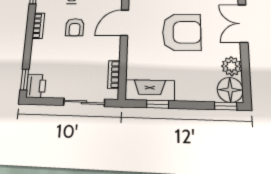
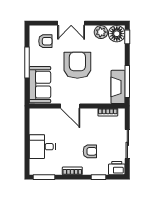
armchair: (75, 27) -> (90, 151), moved
window: (25, 80) -> (98, 177), moved
sliding door: (84, 102) -> (127, 144), moved
window: (158, 104) -> (127, 82), width x2.17

